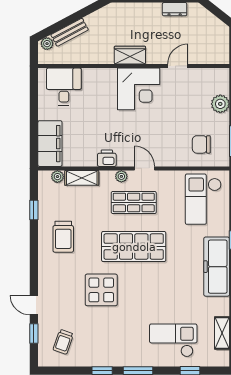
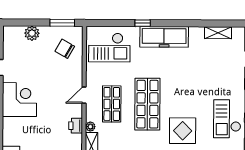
chair: (201, 144) -> (65, 49), turned 120
plant: (121, 176) -> (90, 127), moved
checkout: (173, 340) -> (227, 119), moved

